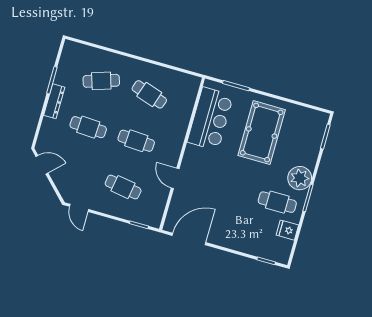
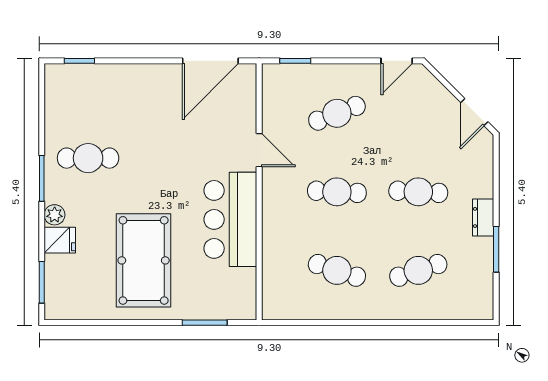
dresser: (54, 101) -> (483, 217), width x0.70
bar counter: (210, 119) -> (230, 219), moved
door: (42, 165) -> (474, 112), hinge flipped
plant: (300, 178) -> (55, 215), width x0.53, depth x0.53
cafe table: (123, 187) -> (337, 113), turned -30
door: (79, 208) -> (397, 61), swing flipped
fridge: (287, 230) -> (60, 240), moved

